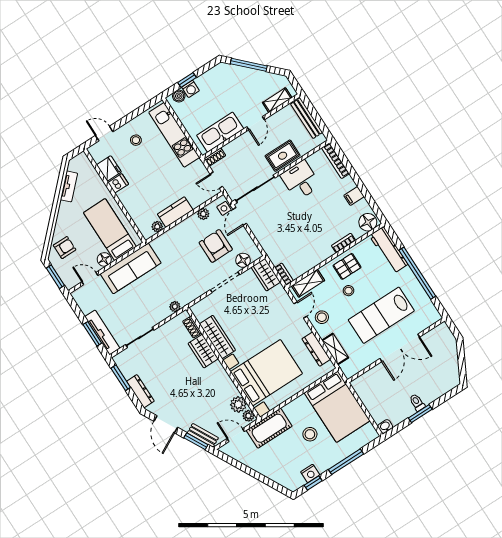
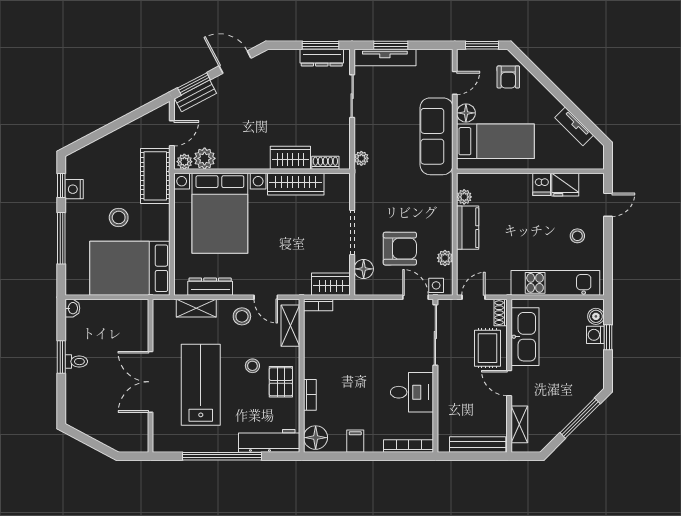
rug: (283, 156) -> (487, 348), moved
dresser: (140, 391) -> (322, 58), moved

